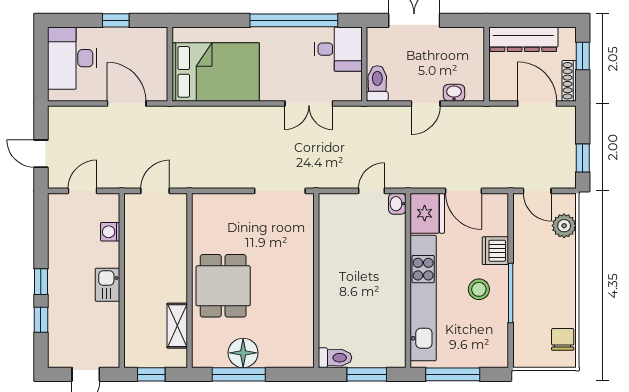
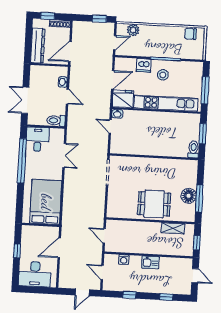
door: (537, 103) -> (70, 52), moved
window: (41, 282) -> (129, 295), moved

